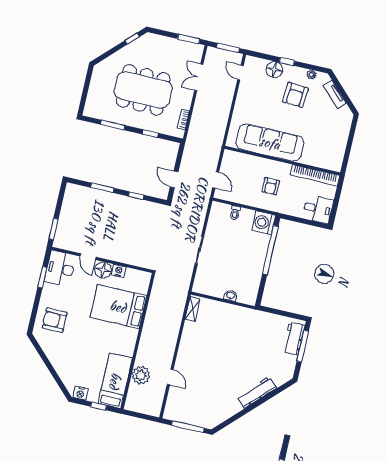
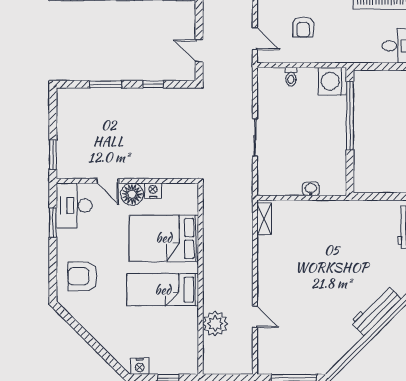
armchair: (271, 186) -> (303, 27), moved
bed: (115, 381) -> (163, 290), moved, turned -90

